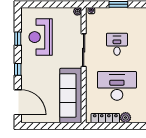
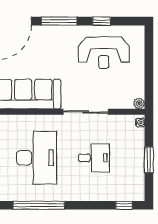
reception desk: (41, 37) -> (104, 53), turned 180
window: (18, 69) -> (59, 21), width x2.17

